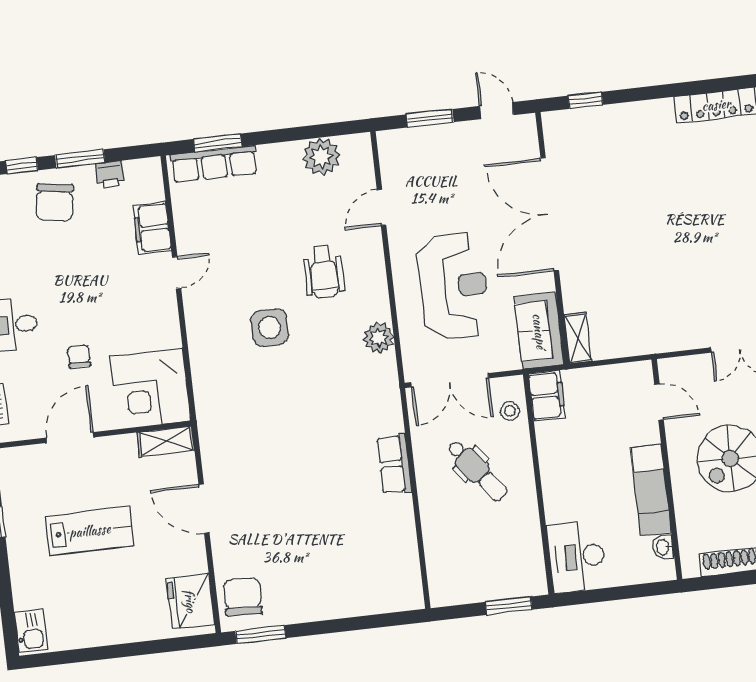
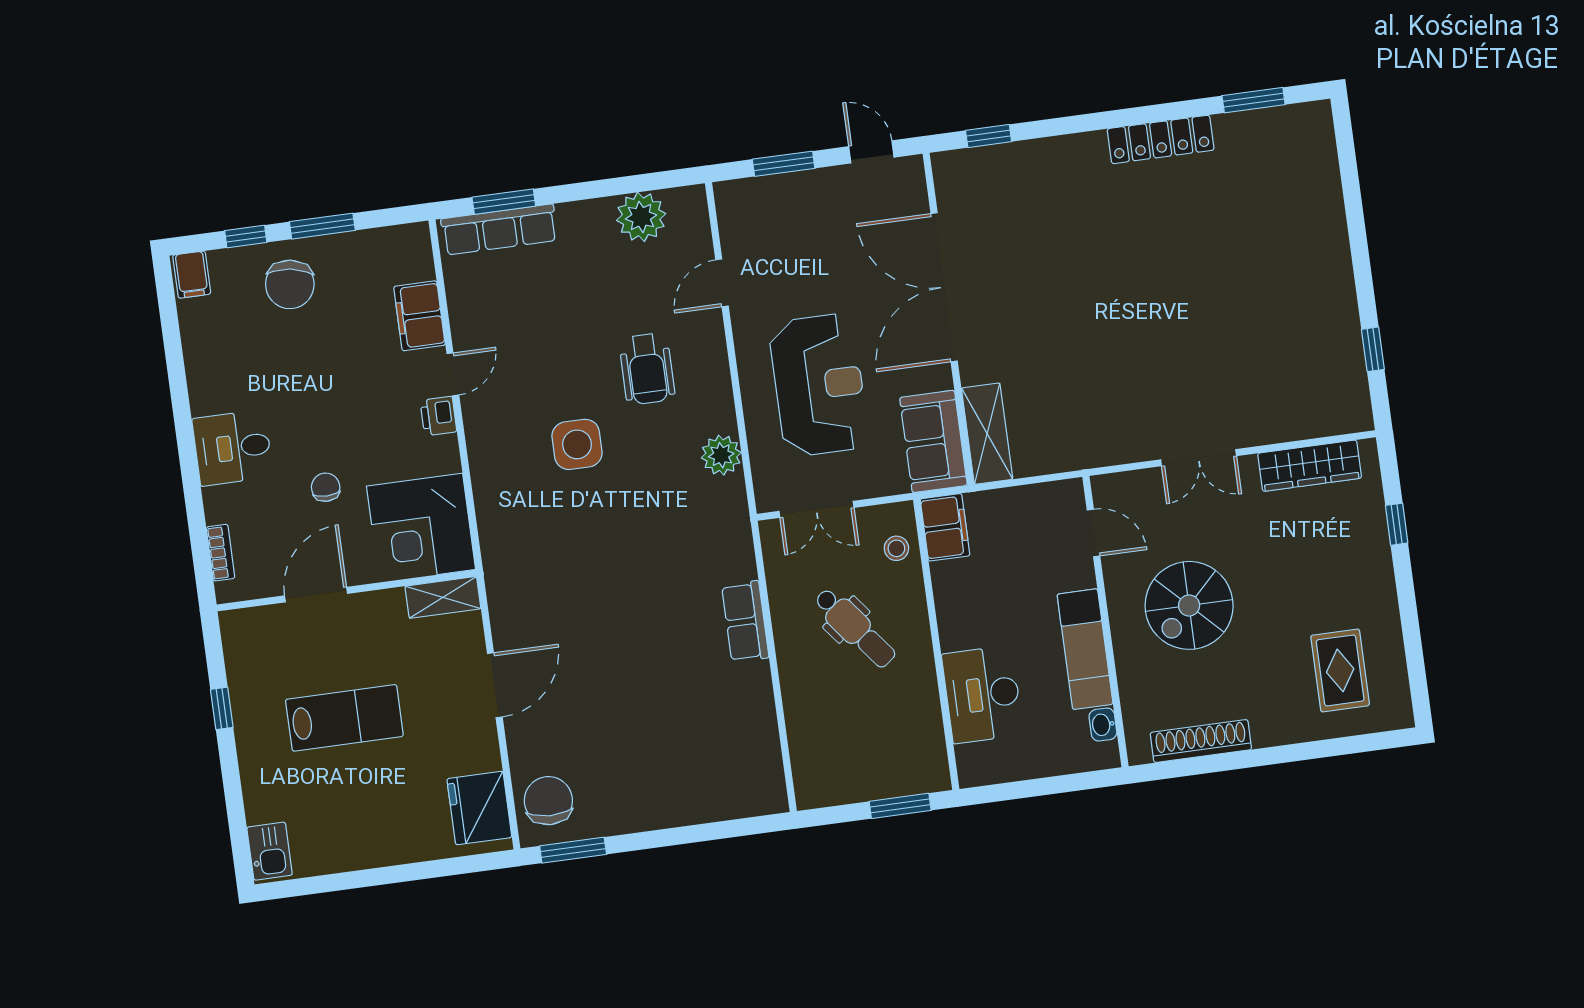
printer: (110, 174) -> (438, 416), moved, turned 90
shelving: (578, 338) -> (987, 434), width x1.50, depth x1.33
double door: (450, 380) -> (816, 509), width x0.73
door: (204, 509) -> (495, 685), swing flipped
desk: (577, 557) -> (982, 694), moved

